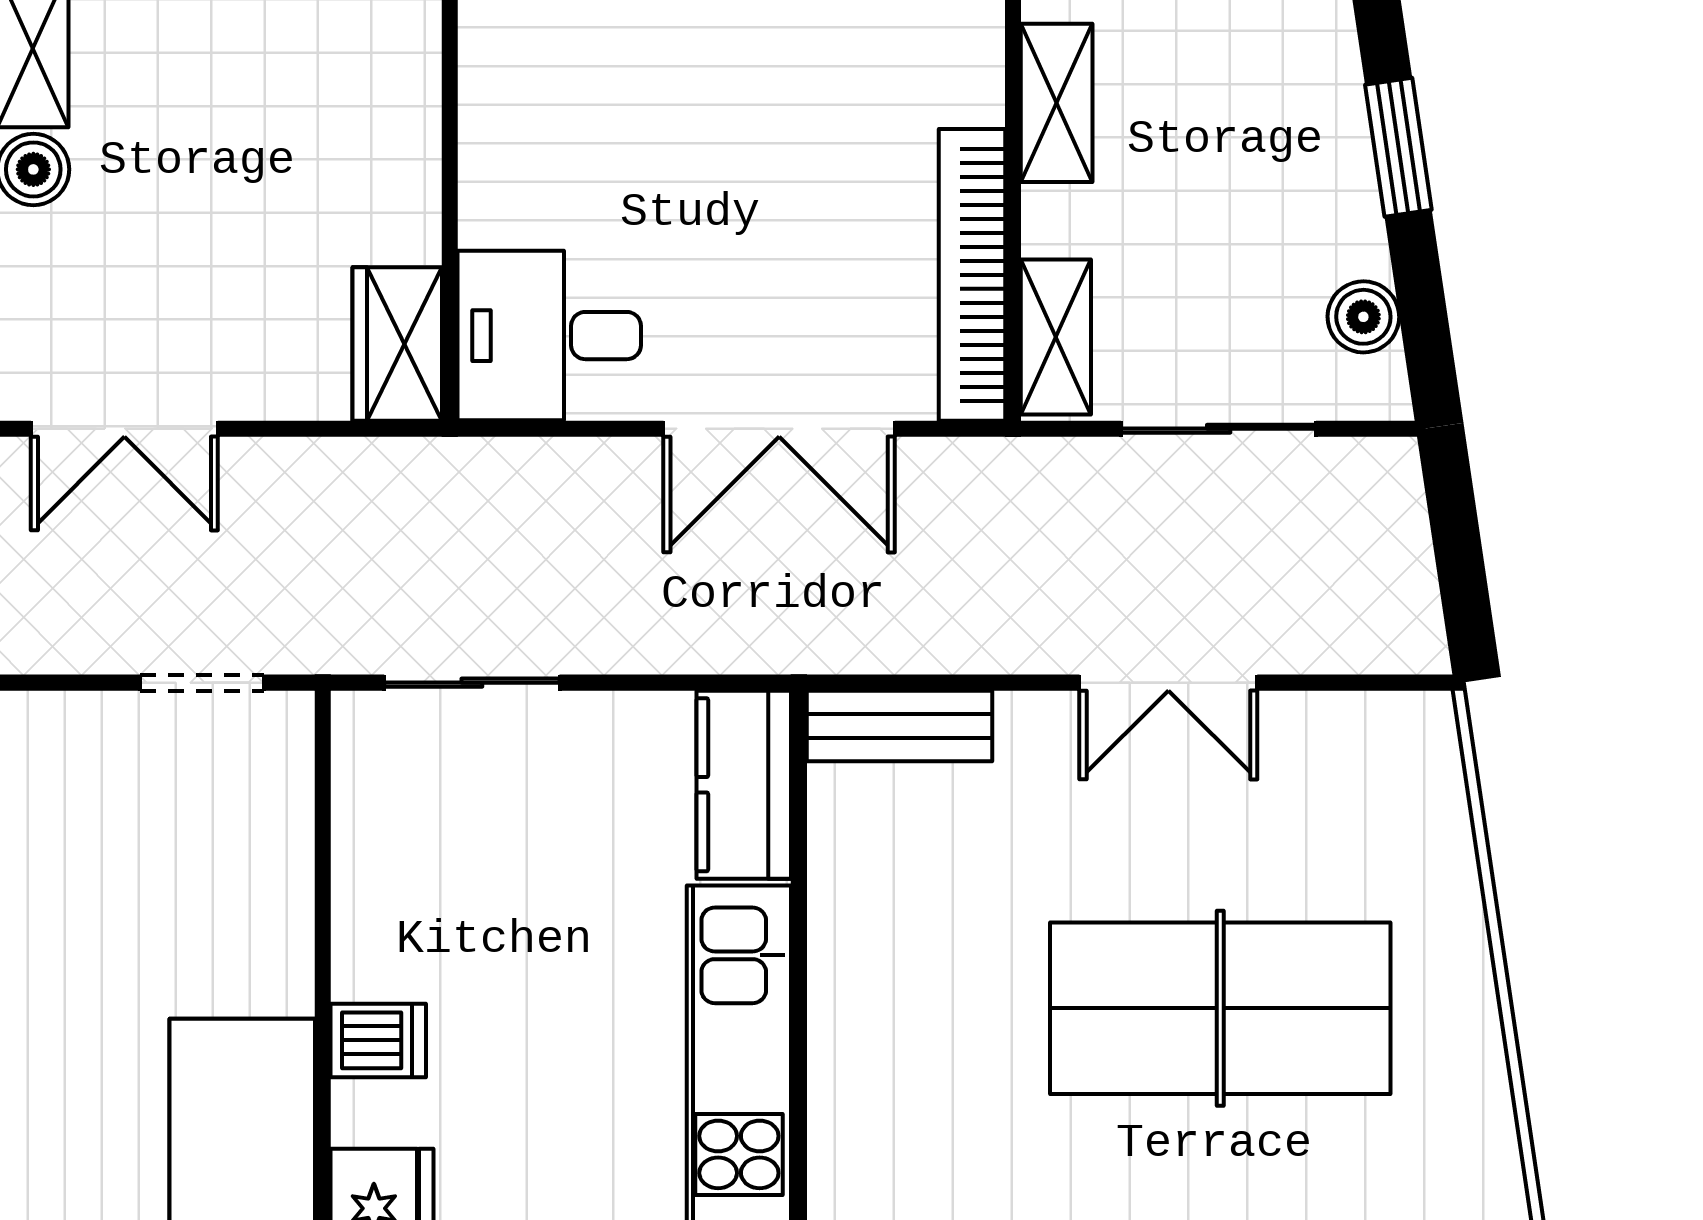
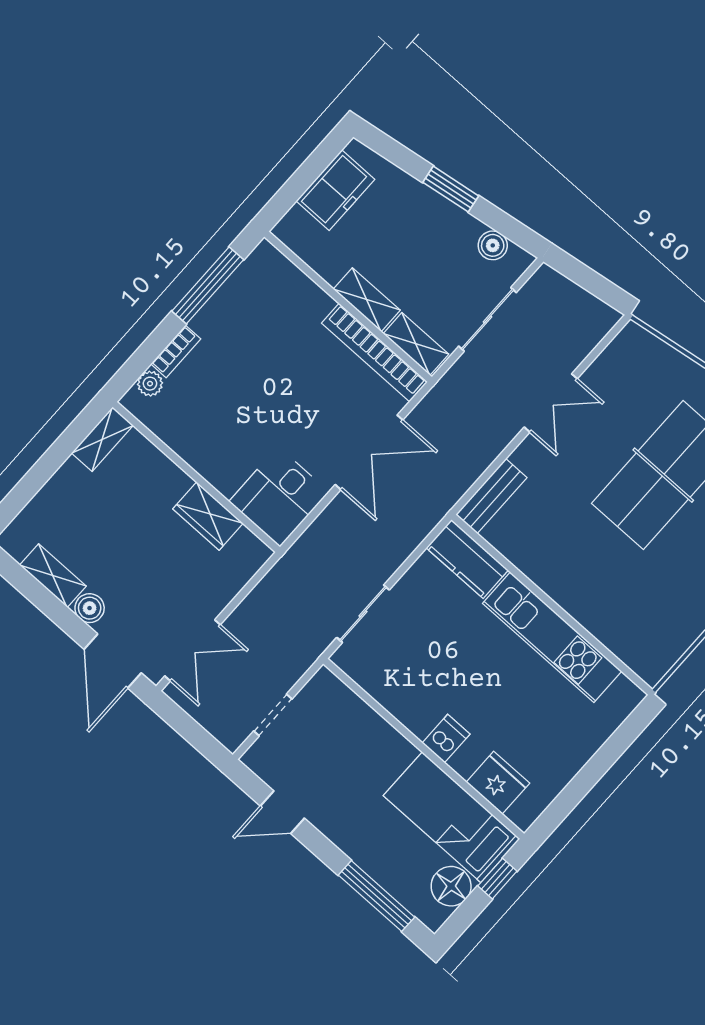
shelving: (1057, 103) -> (367, 300), moved
wardrobe: (397, 344) -> (208, 516), moved
doorway: (202, 683) -> (273, 715), moved

